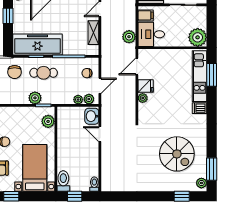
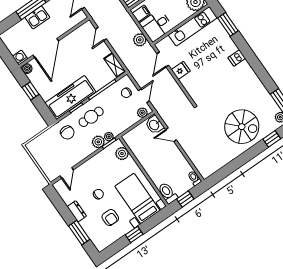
shelving: (93, 33) -> (115, 65), moved
kitchen unit: (200, 76) -> (193, 26), moved, turned -90
plant: (143, 98) -> (185, 82), removed
plant: (78, 100) -> (109, 137), moved
spiral stairs: (177, 154) -> (242, 127), moved

